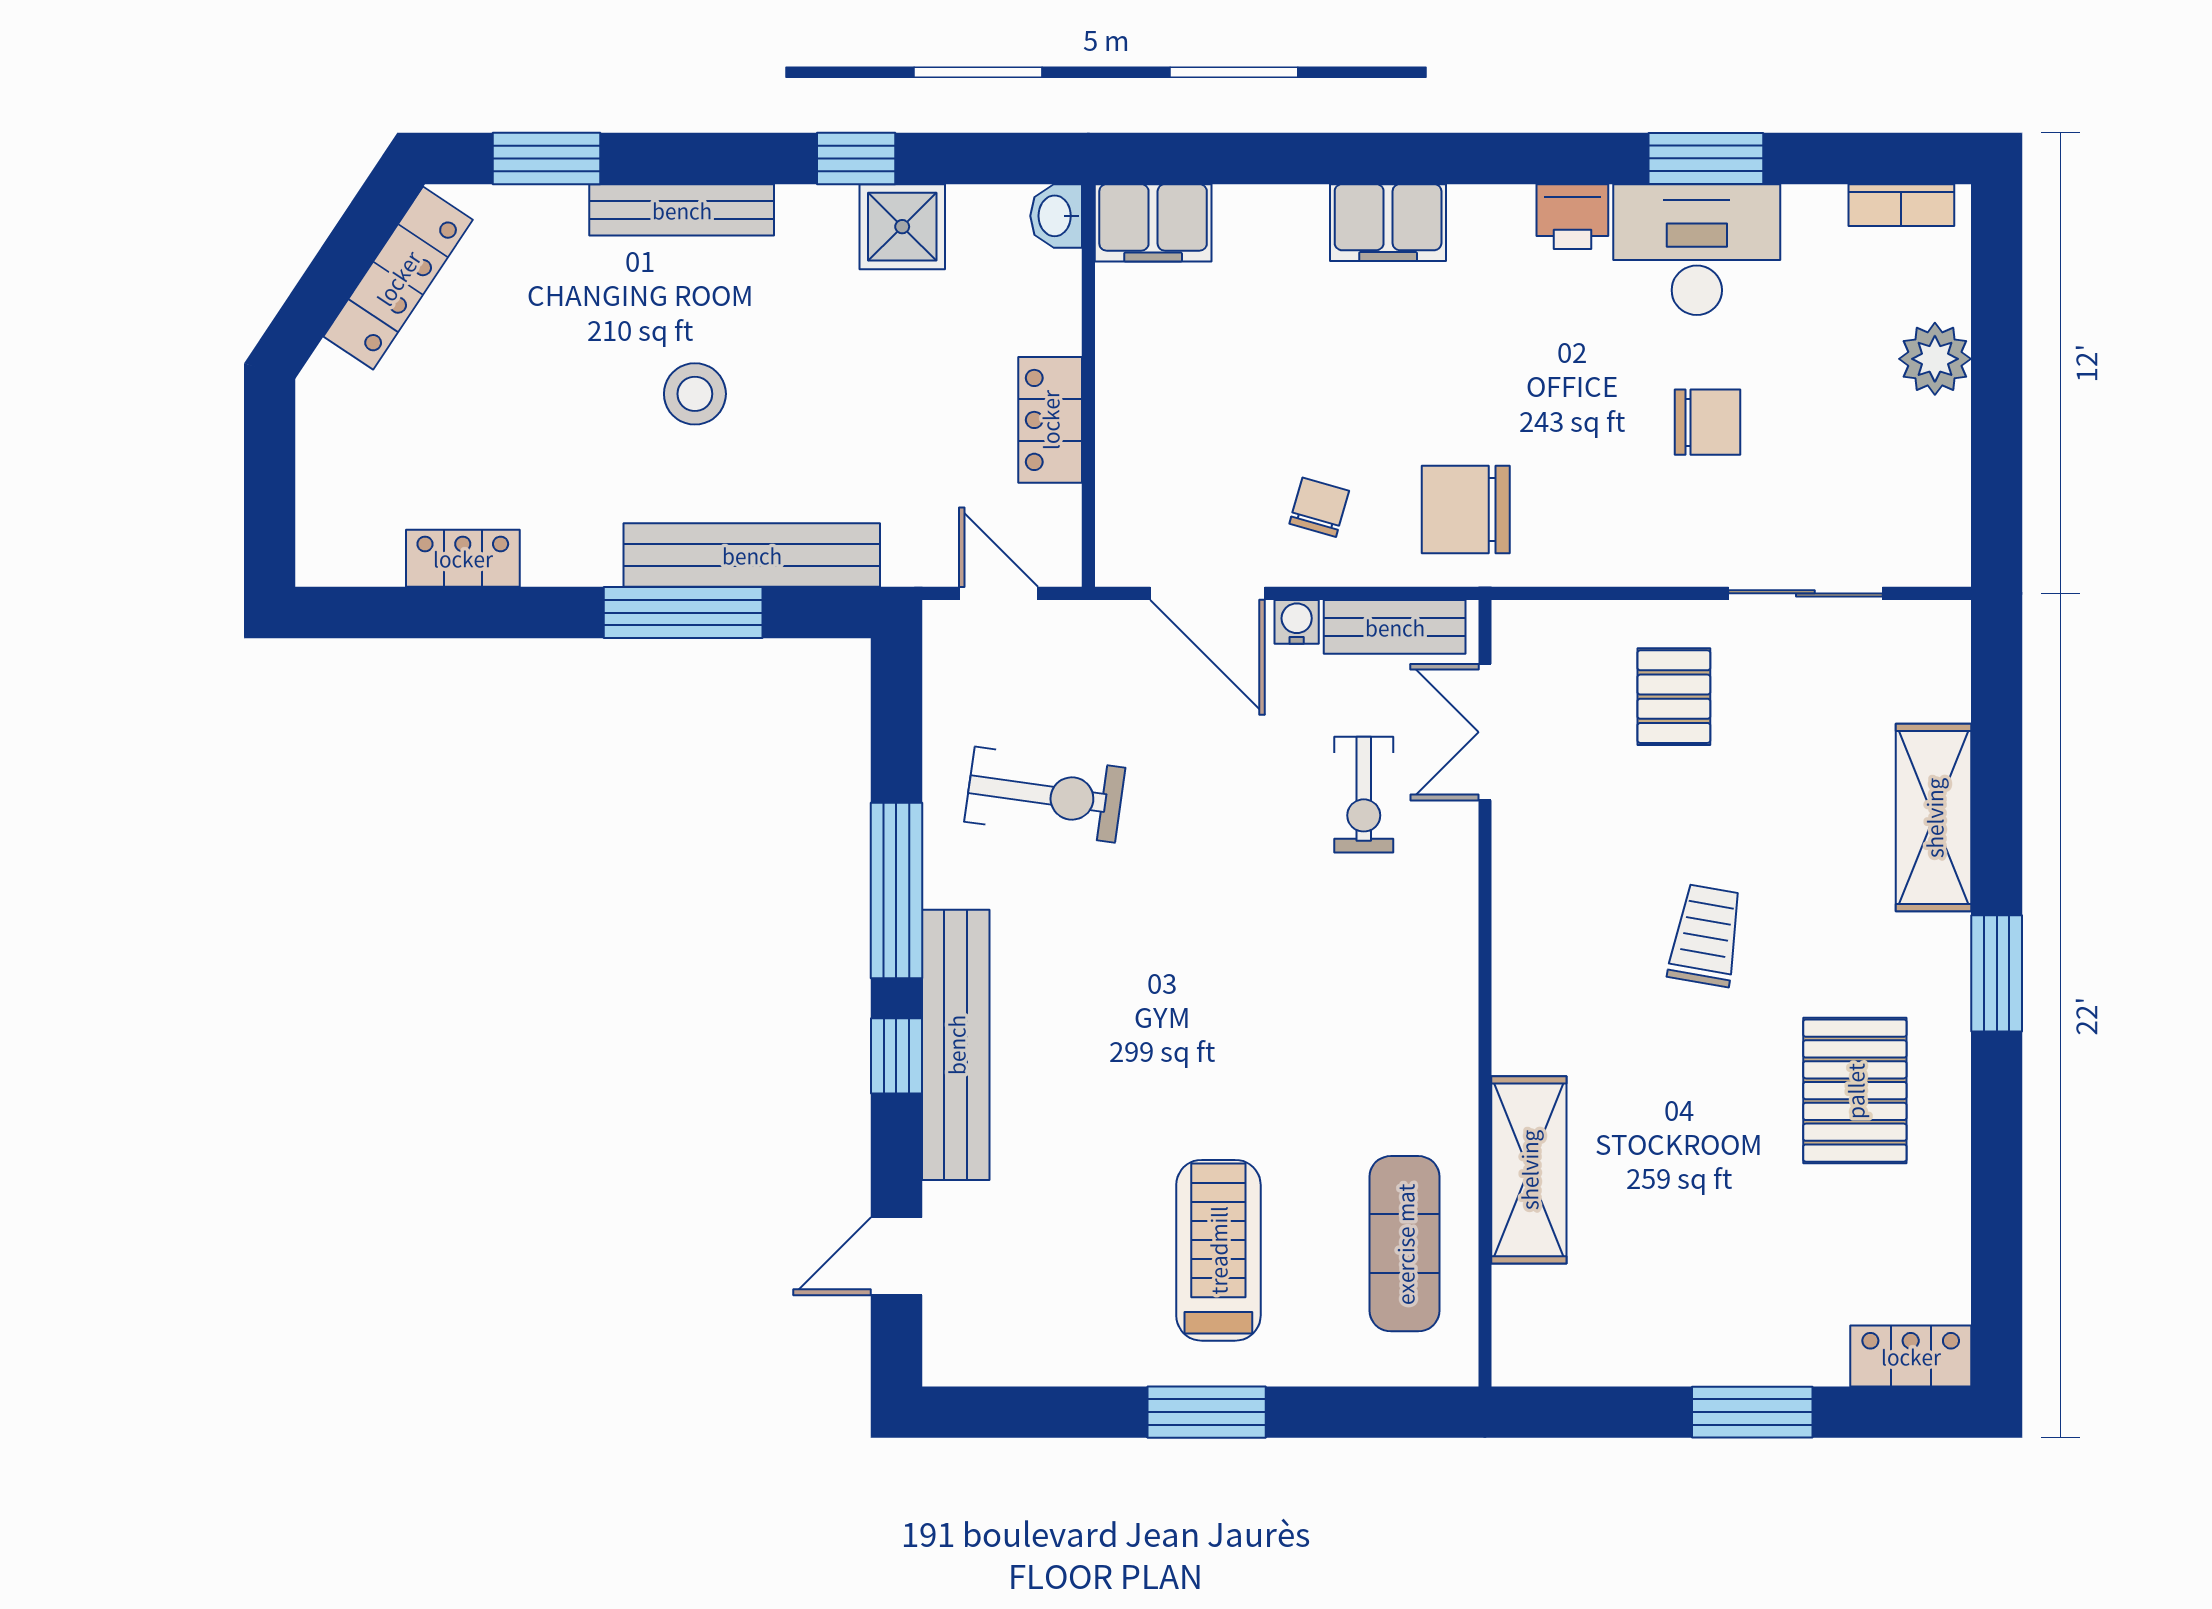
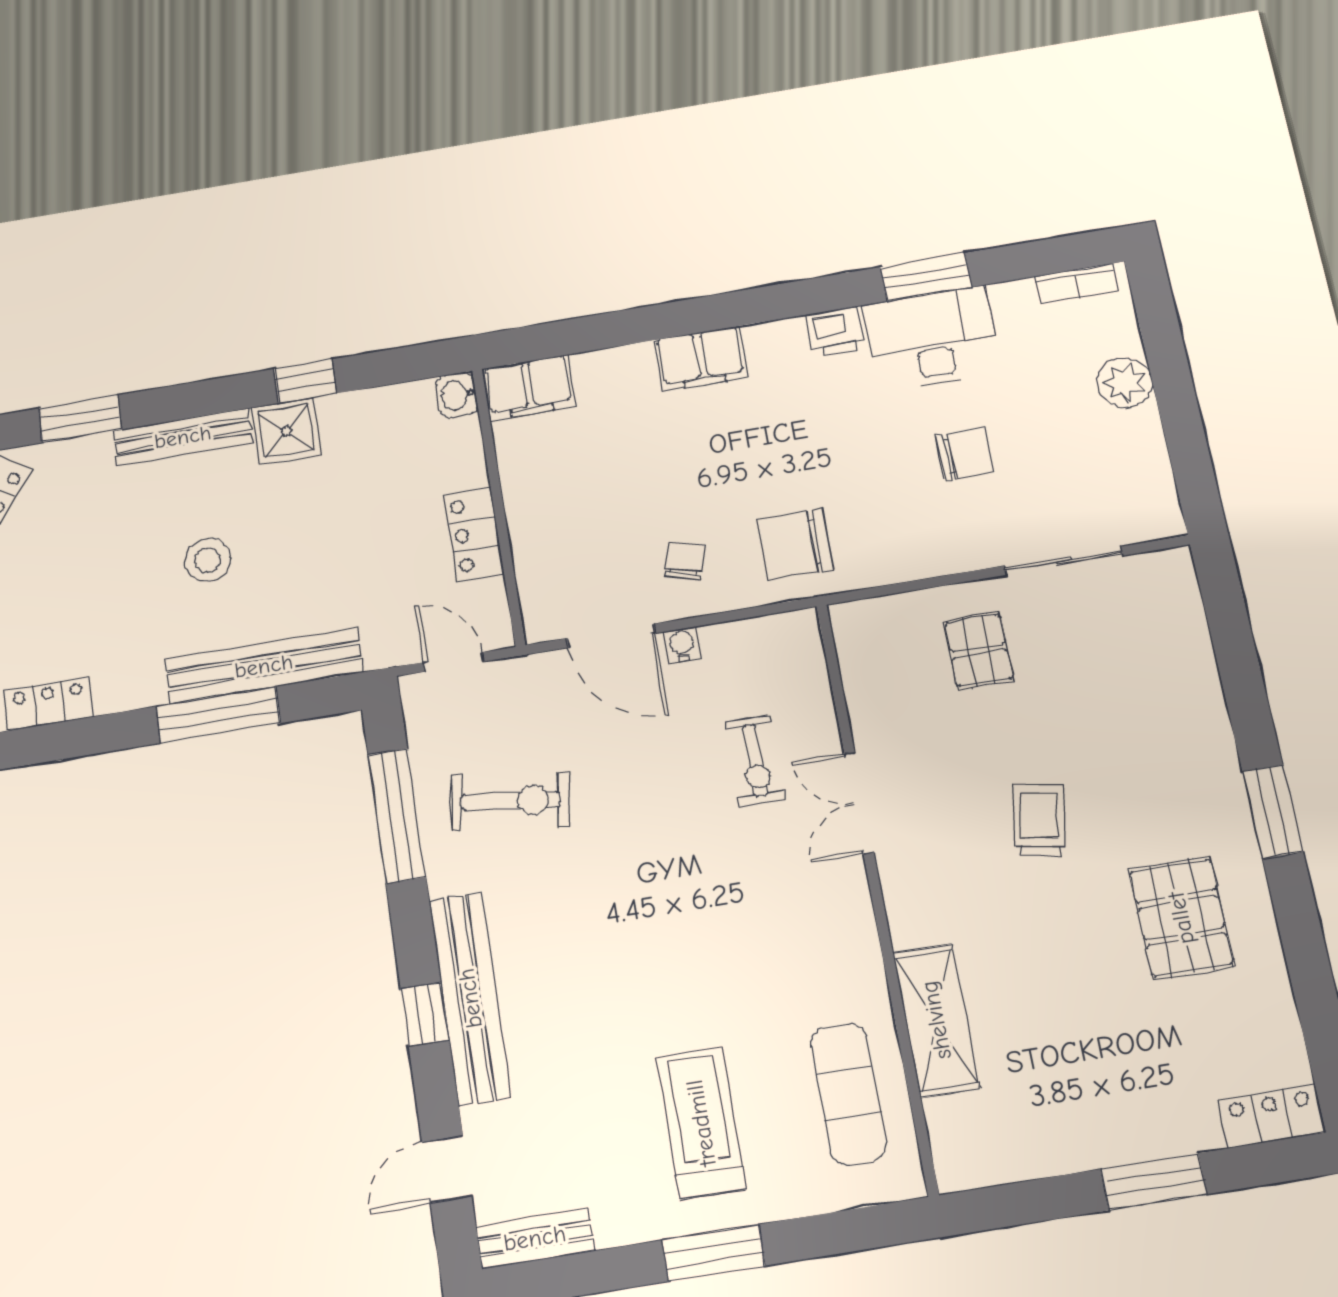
shower: (902, 227) -> (286, 431), moved
bench: (1395, 627) -> (535, 1238), moved
double door: (1485, 732) -> (859, 803), moved
shelving: (1934, 818) -> (1197, 705), removed
window: (896, 890) -> (397, 816), moved

